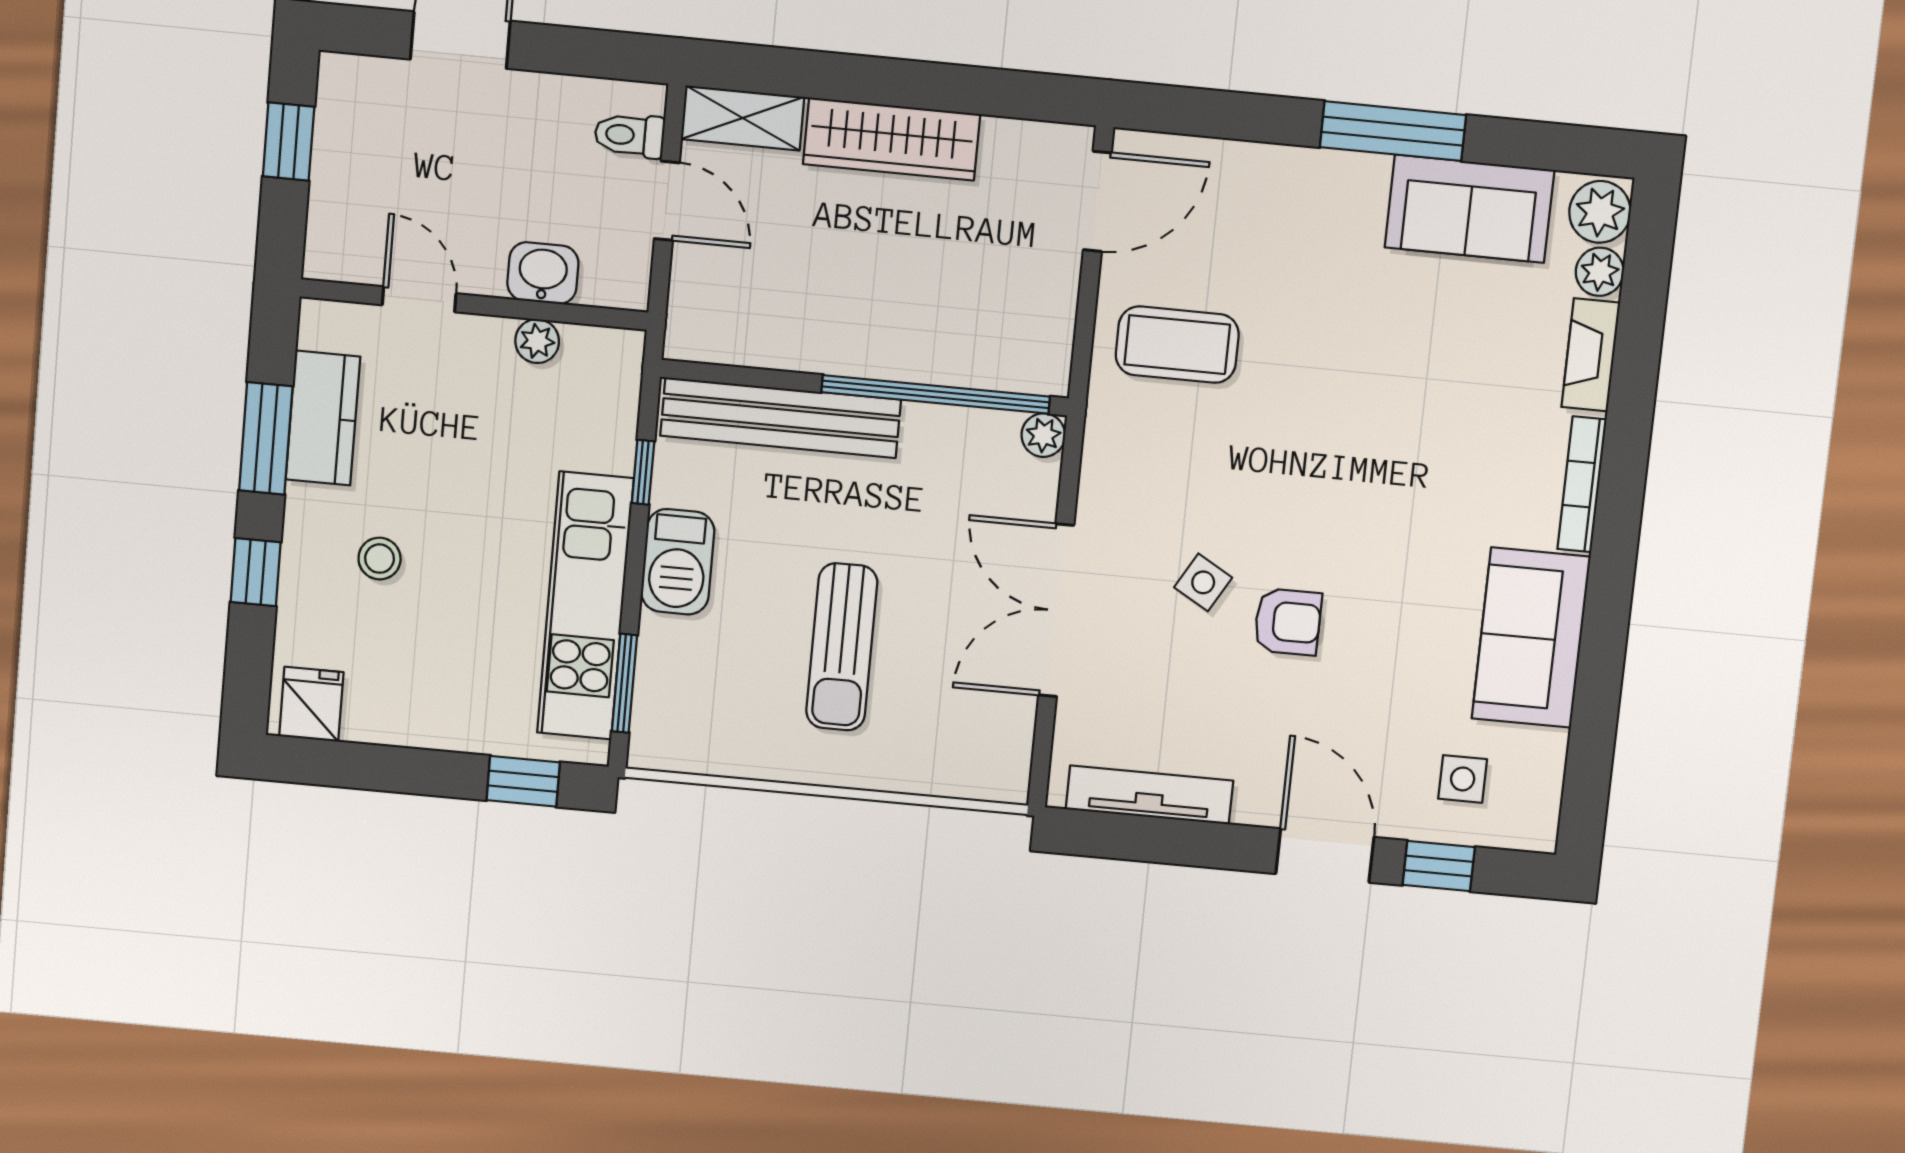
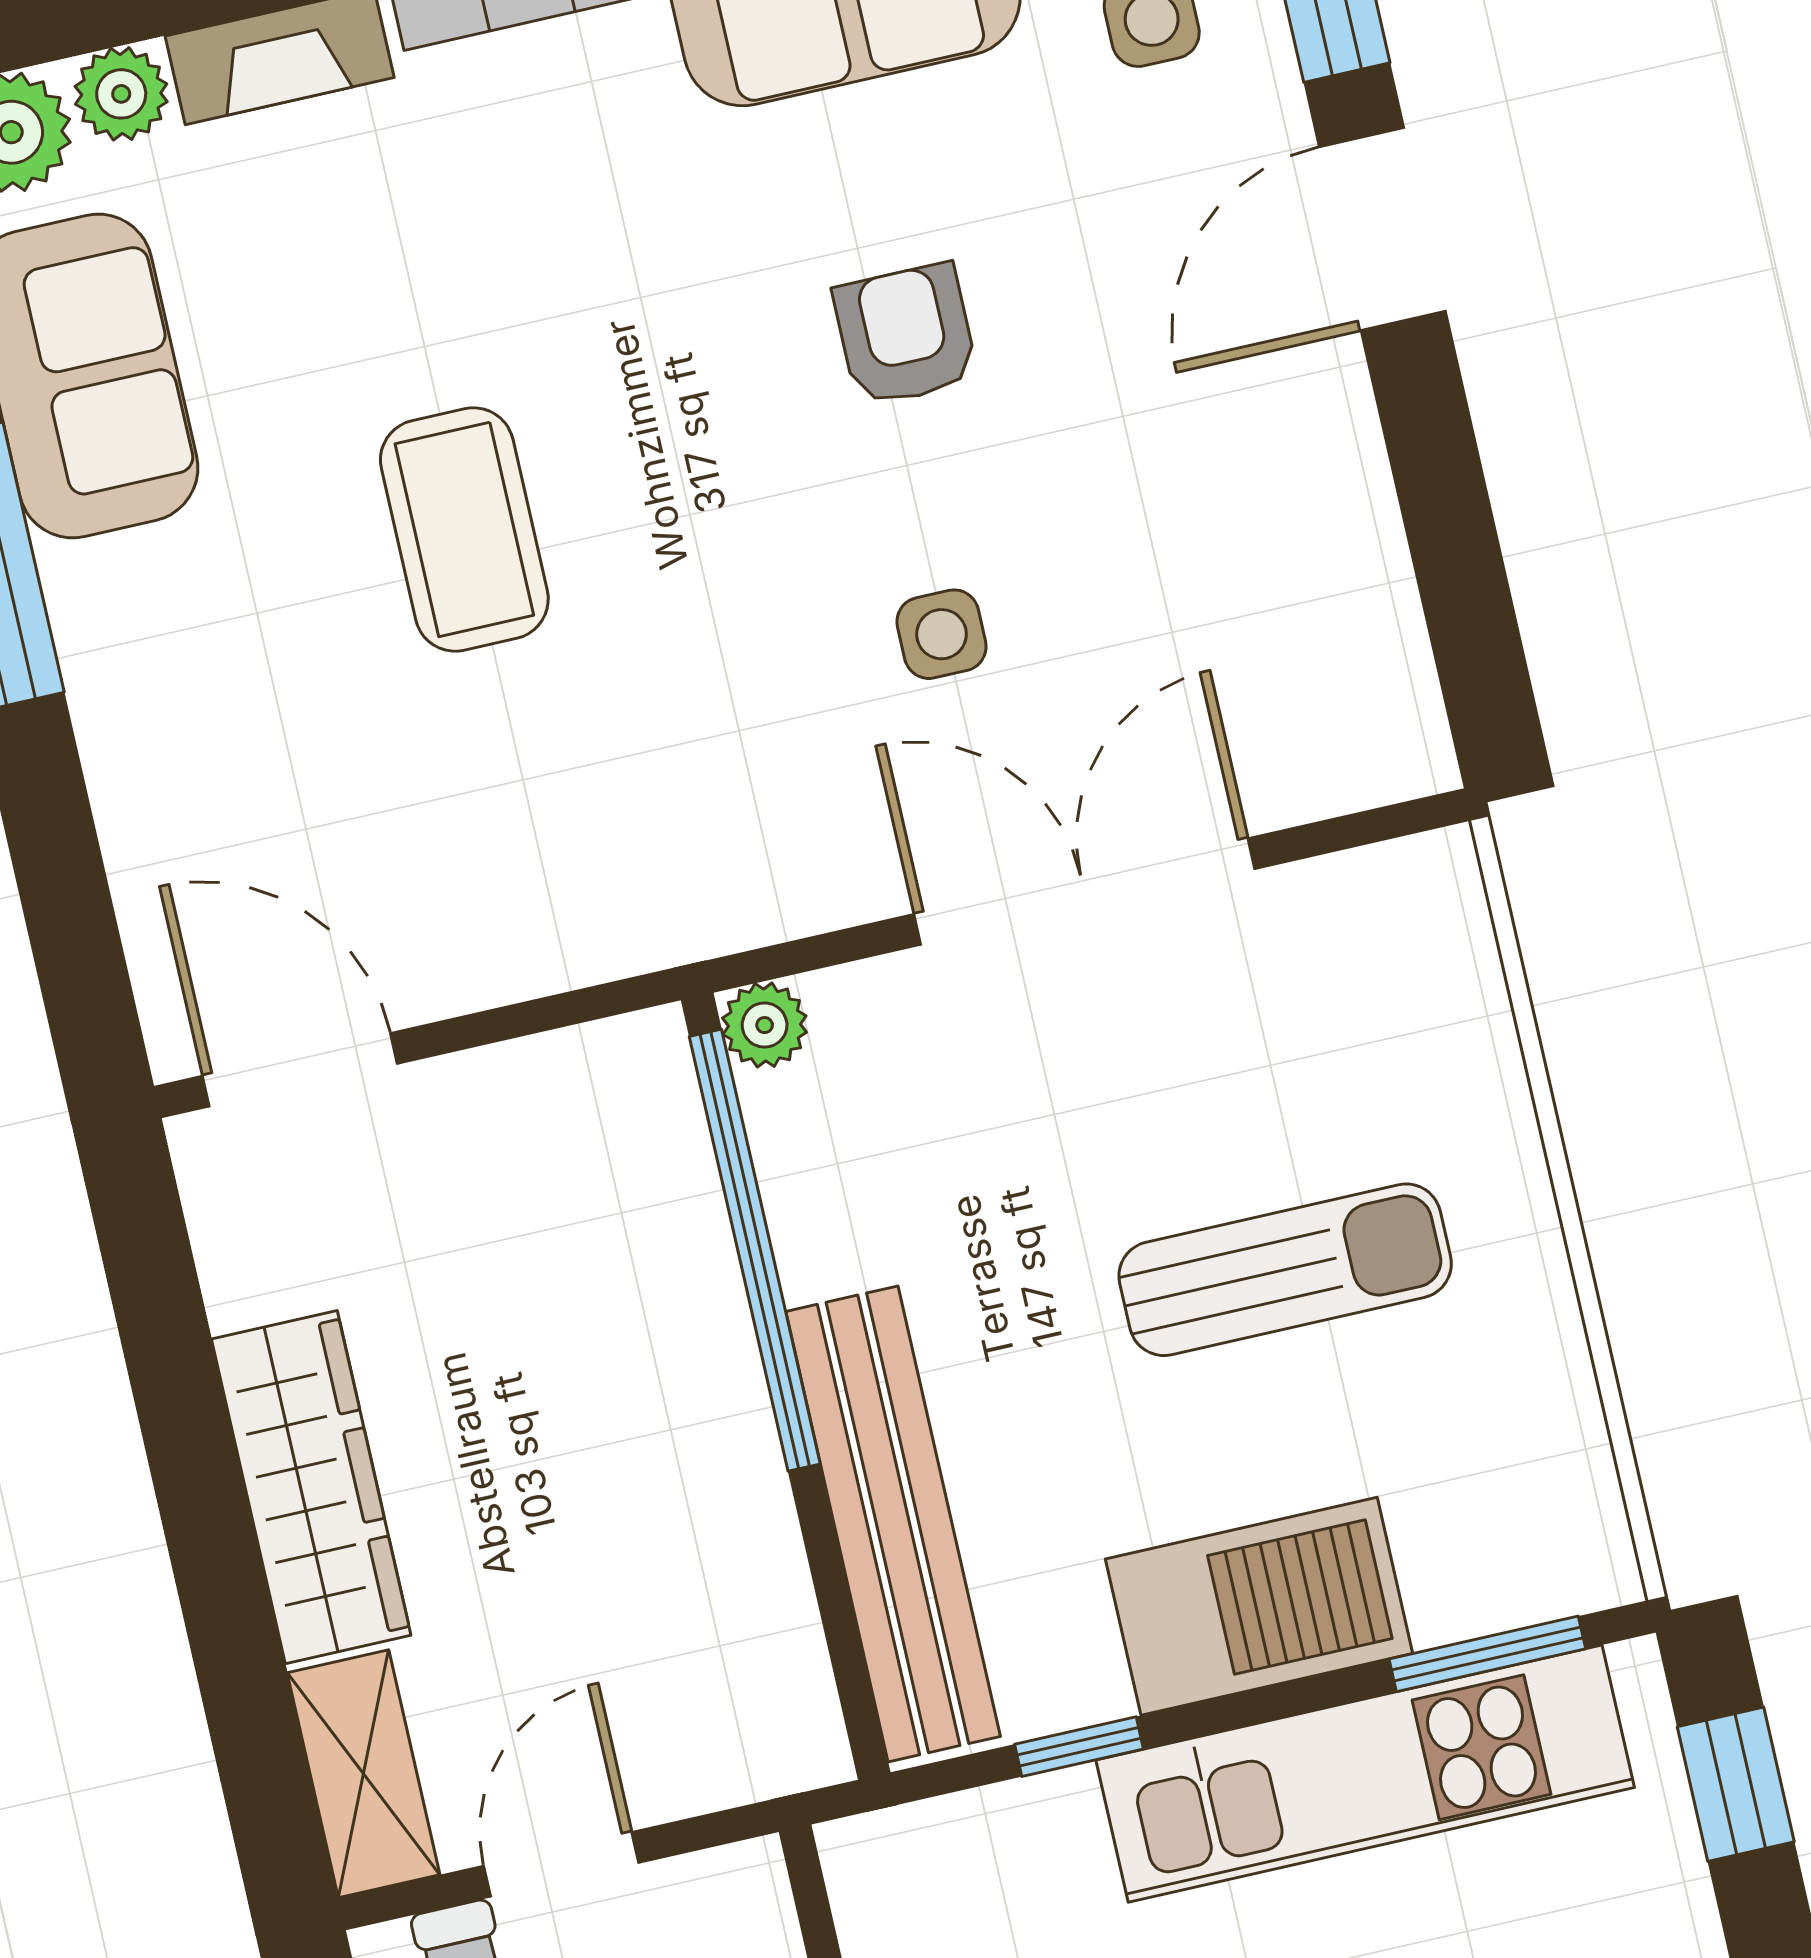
coffee table: (1177, 345) -> (464, 530), moved
barbecue: (678, 562) -> (1259, 1606), width x1.37, depth x1.21
side table: (1203, 582) -> (941, 634), turned -30
double door: (1056, 610) -> (1084, 892), swing flipped
armchair: (1288, 622) -> (906, 335), moved
tv unit: (1149, 795) -> (1376, 599), removed

